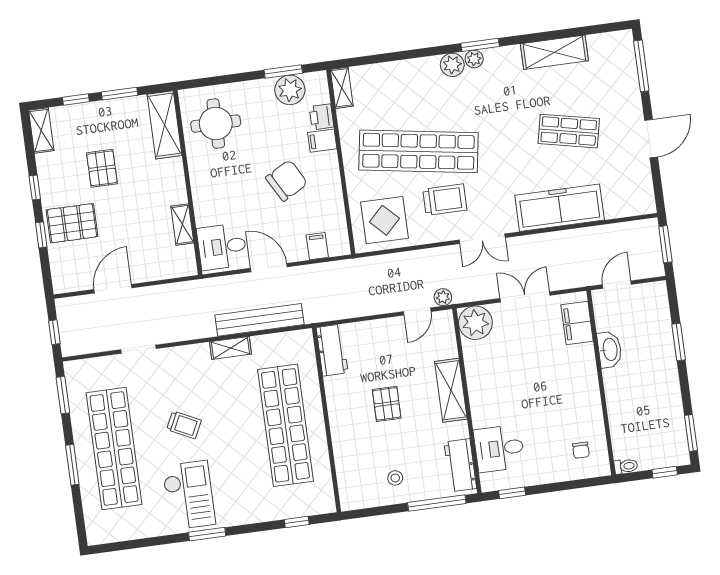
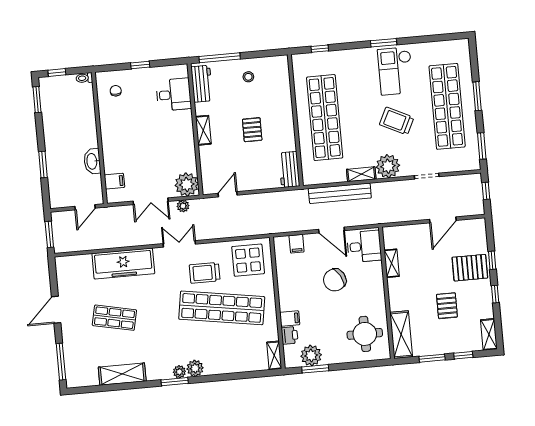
chair: (287, 180) -> (335, 280), moved
plant: (443, 297) -> (183, 206), moved
filing cabinet: (577, 323) -> (114, 181), width x0.50
plant: (194, 361) -> (388, 166), added
shelving: (451, 390) -> (203, 130), width x0.67, depth x0.75
trolley: (184, 425) -> (397, 121), width x1.36, depth x1.39
window: (512, 493) -> (140, 65), moved

